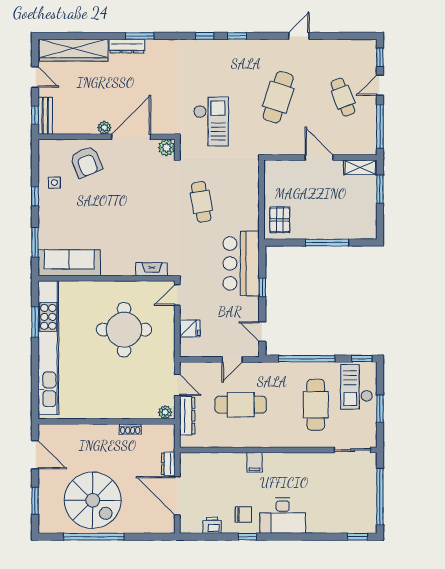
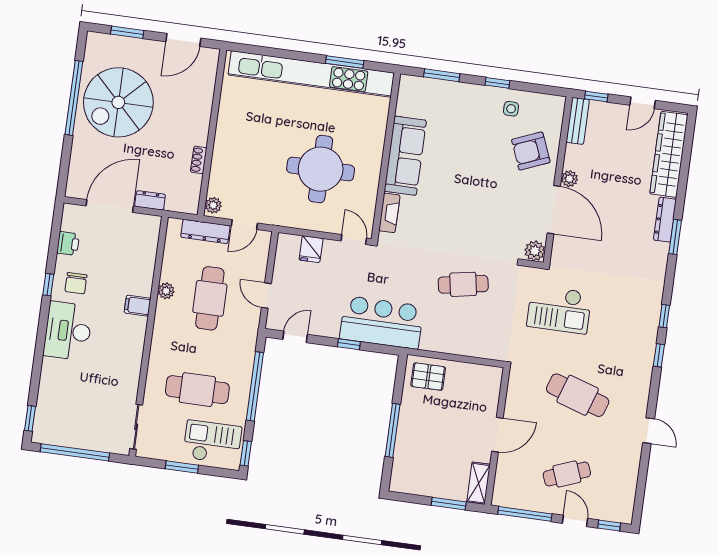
bench: (45, 116) -> (578, 121), moved, turned 90
sofa: (69, 263) -> (405, 156), moved
plant: (239, 441) -> (166, 291), added

